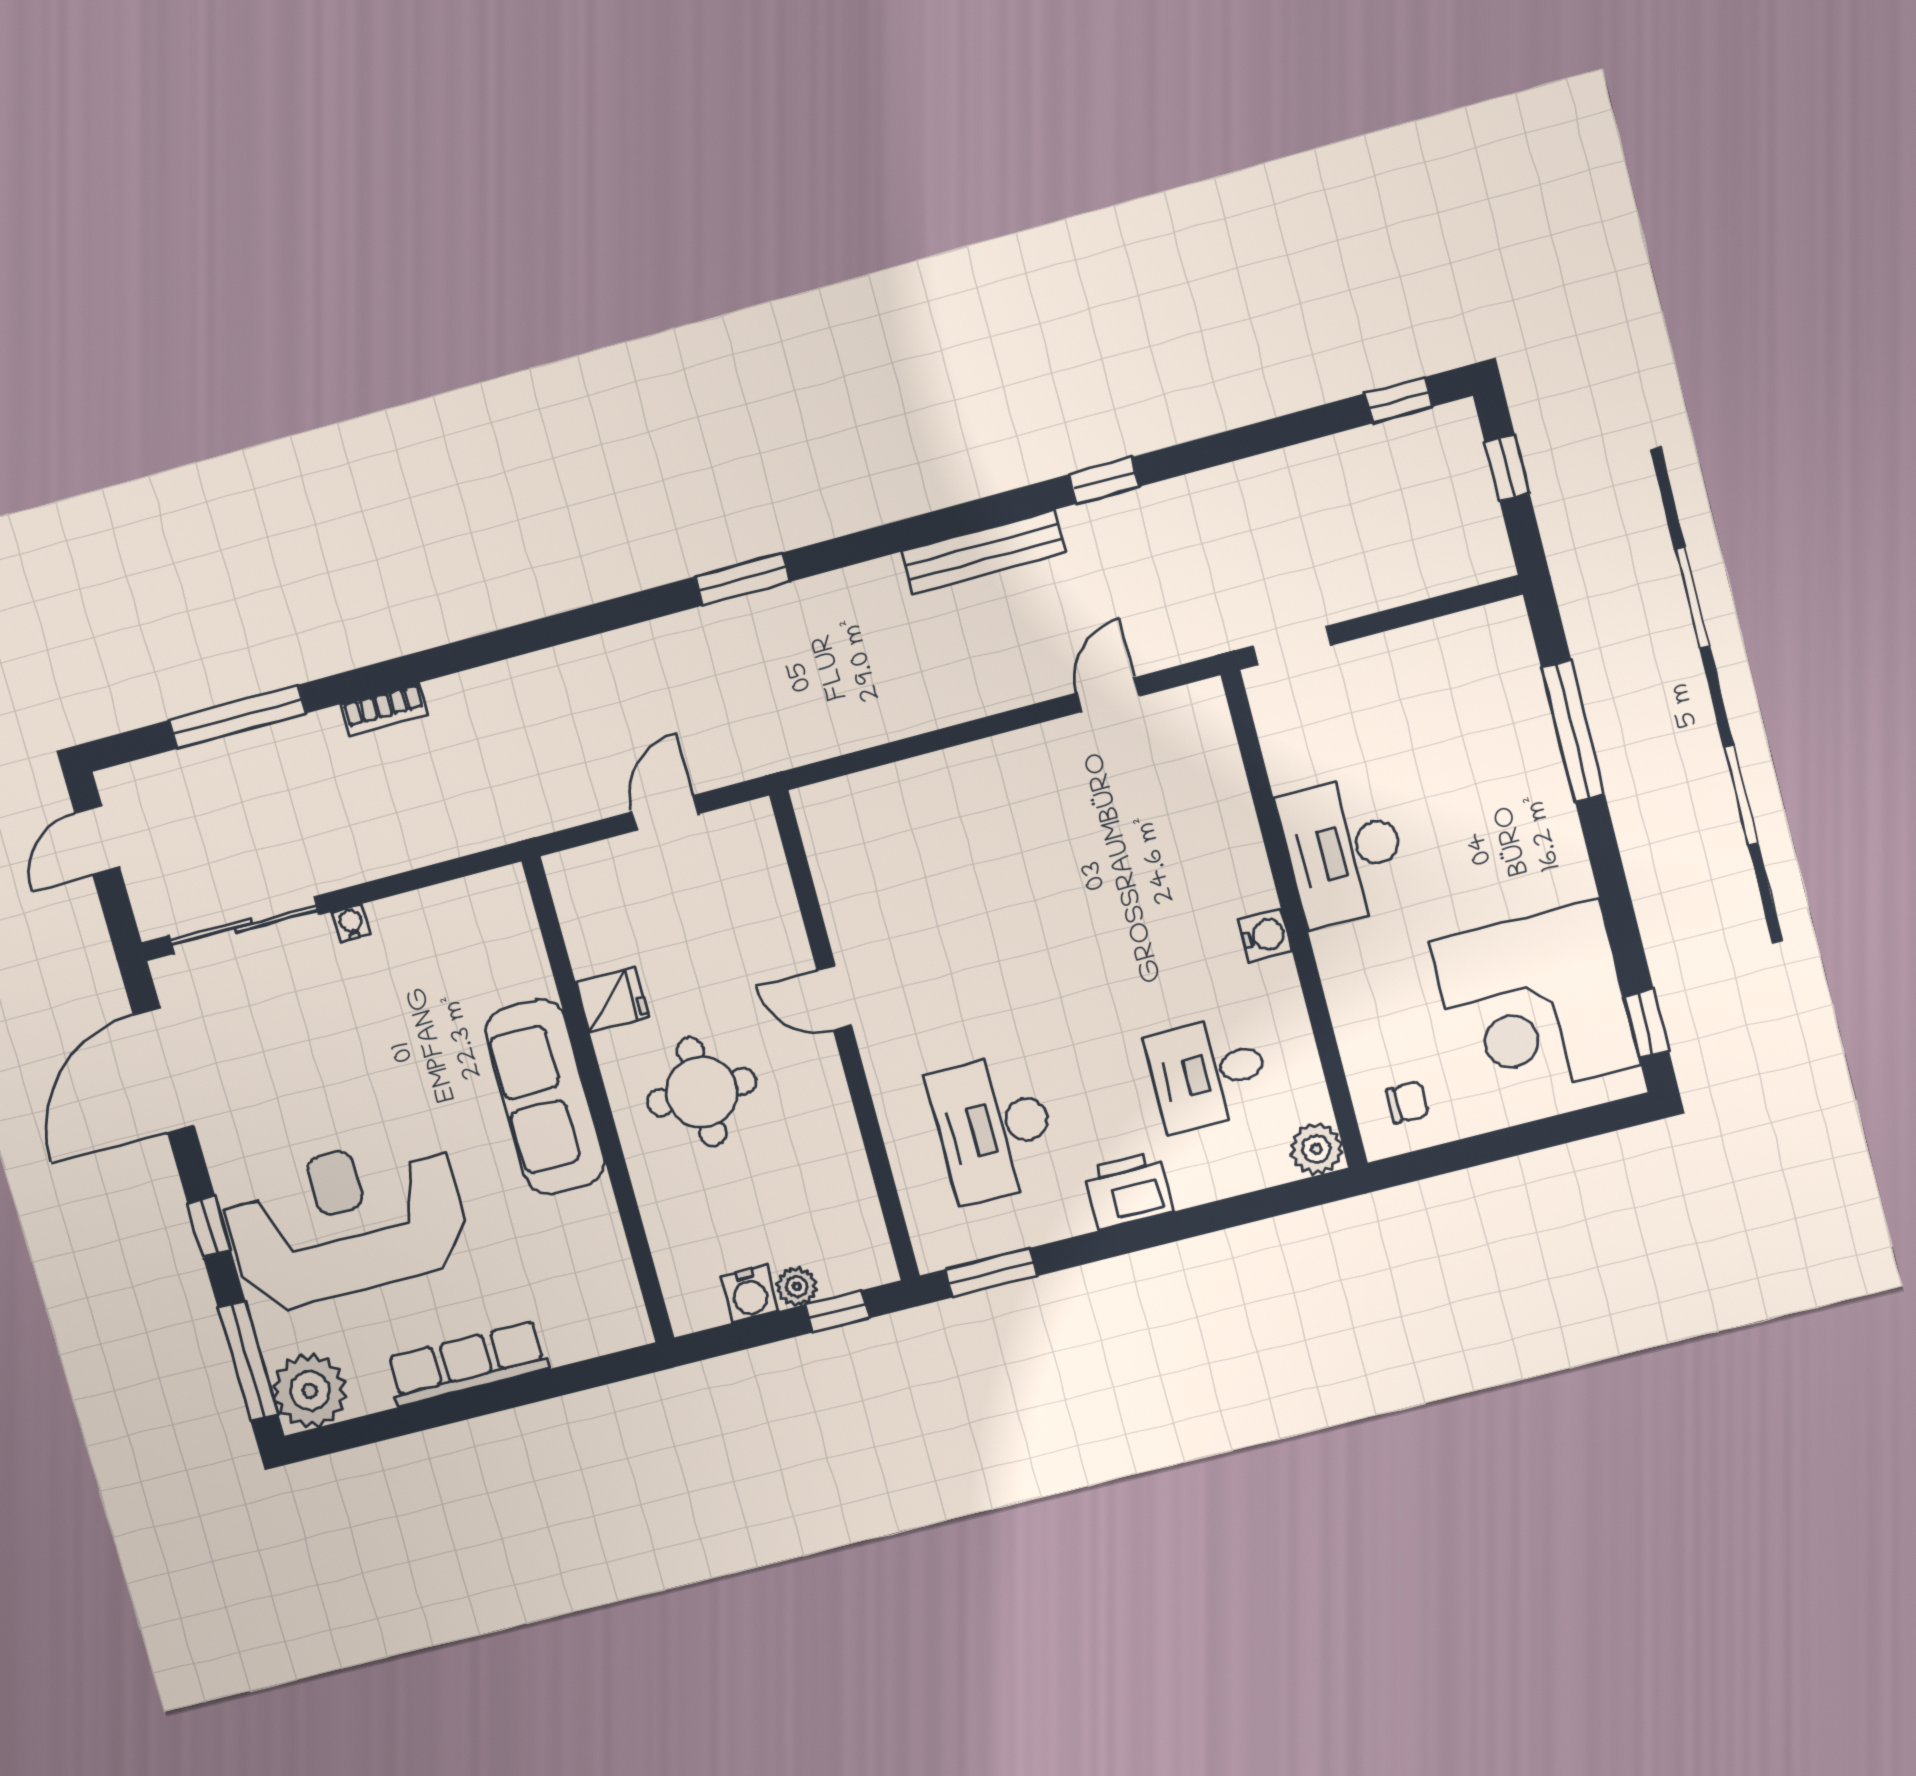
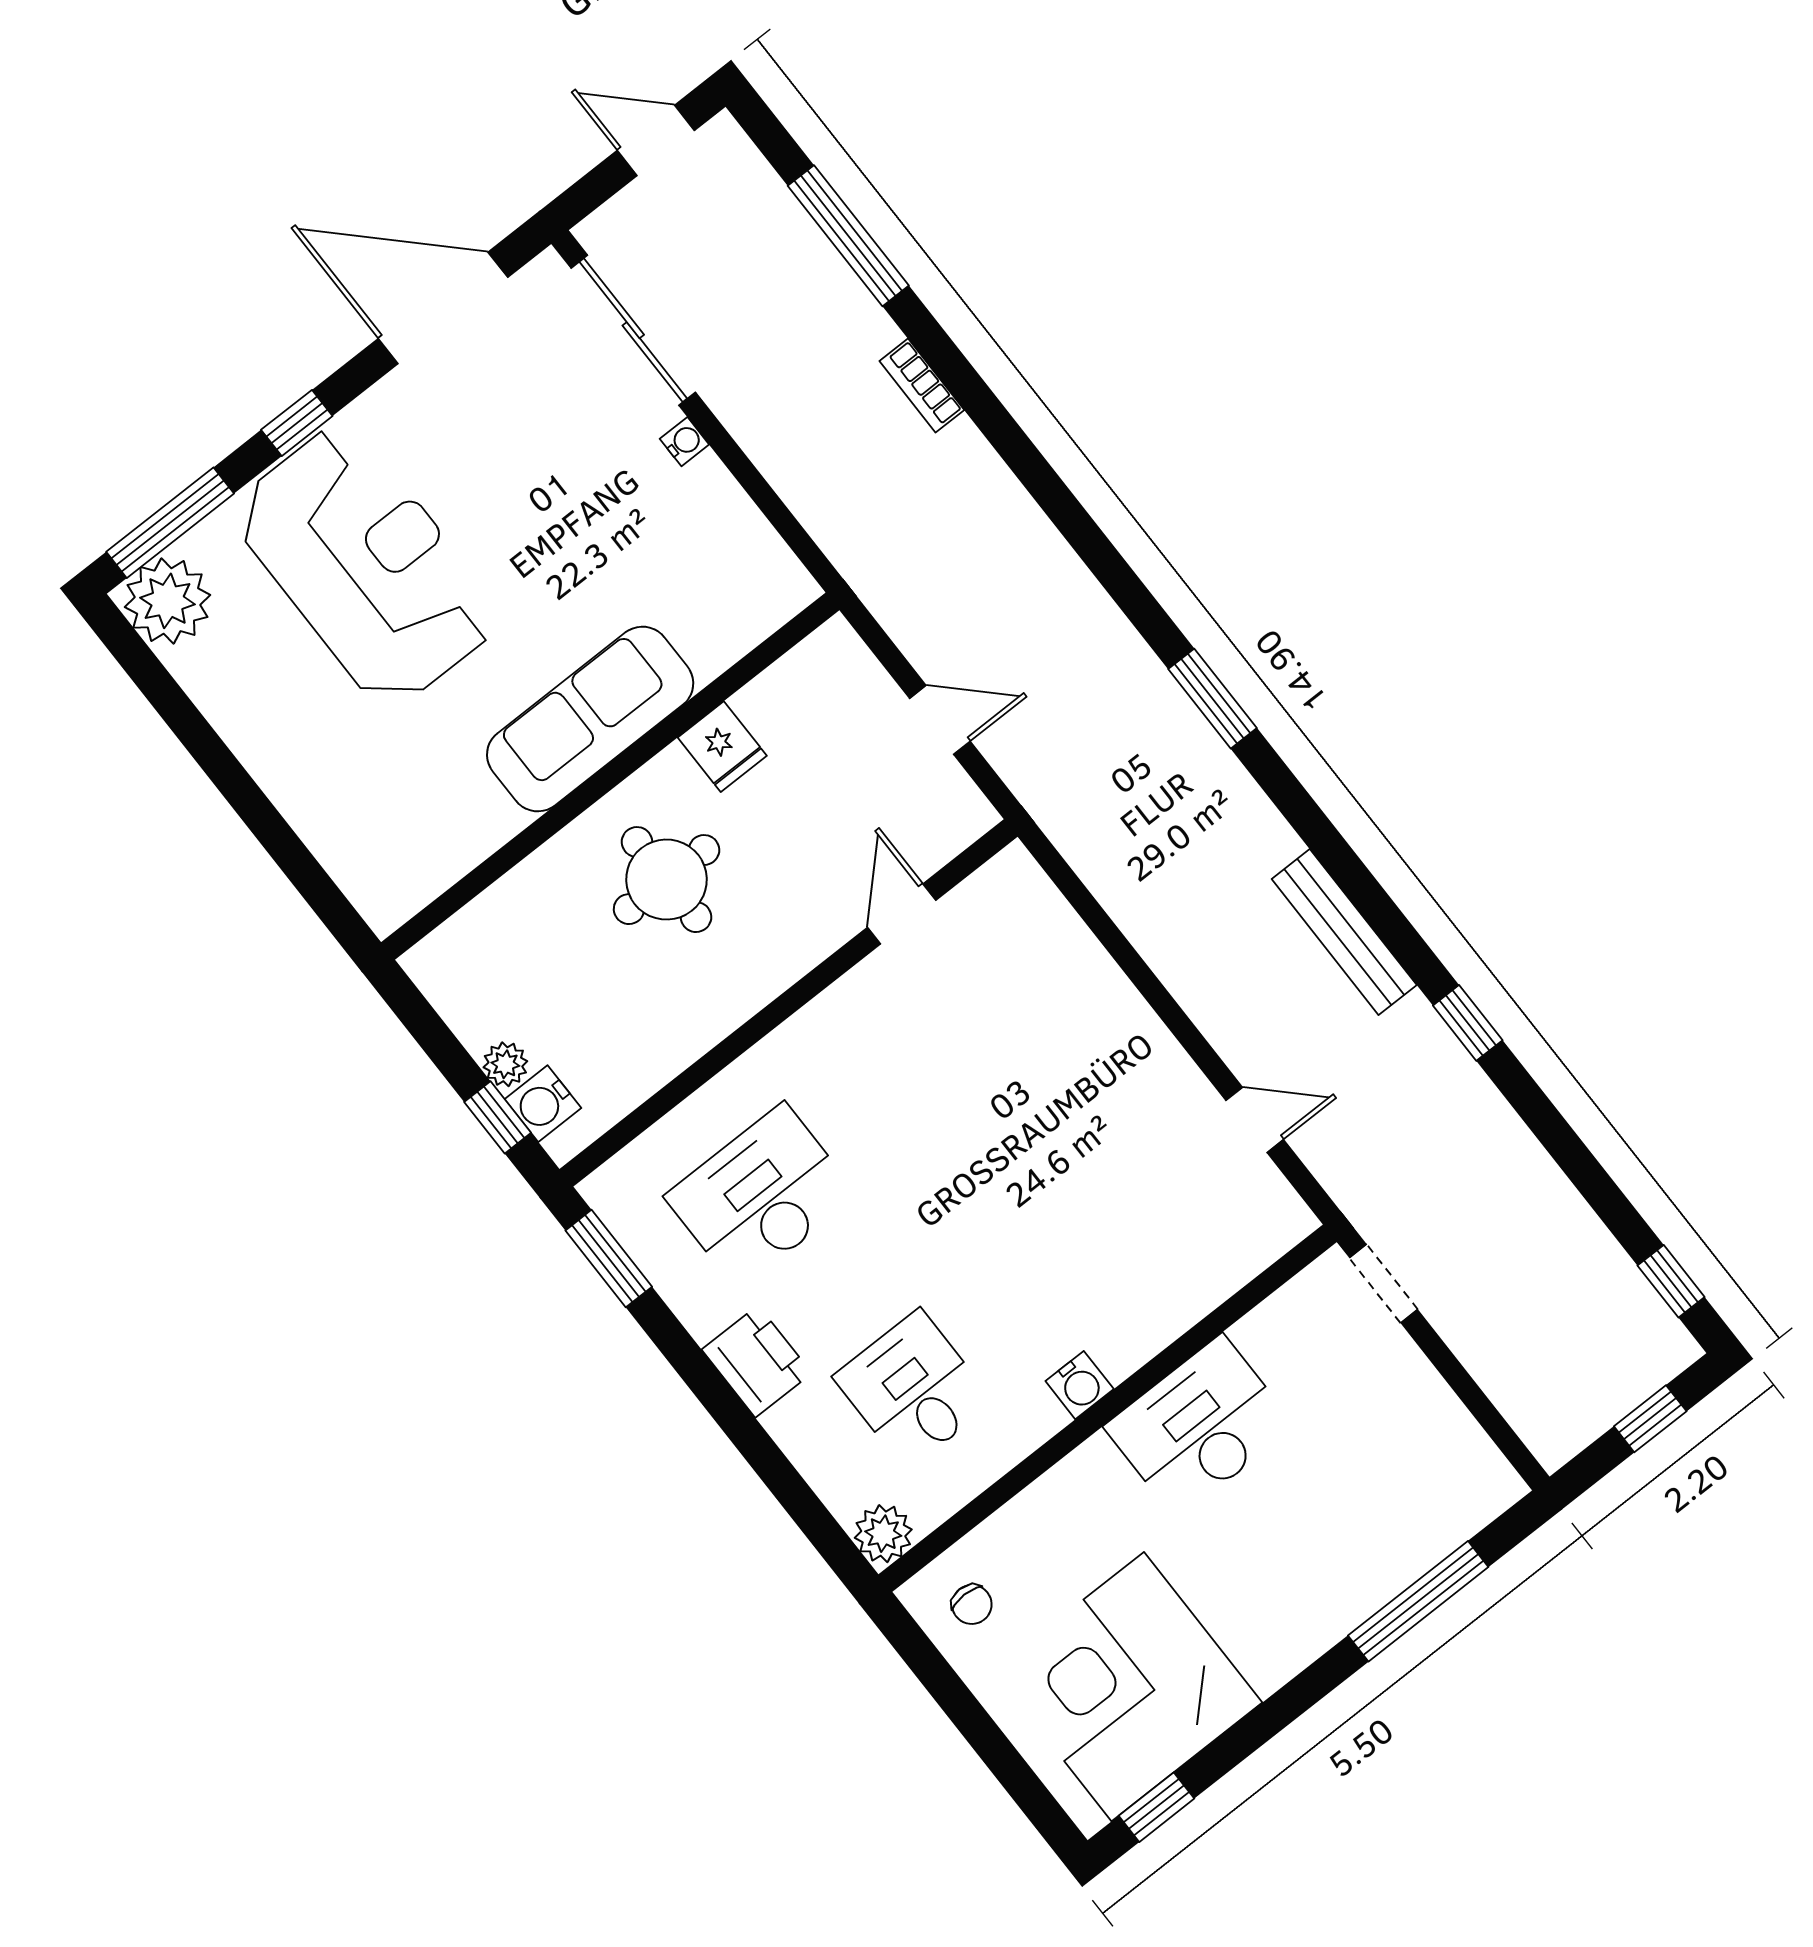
door: (834, 998) -> (902, 914), moved
water cooler: (749, 1294) -> (543, 1104), moved
row of seats: (467, 1363) -> (271, 755), removed

